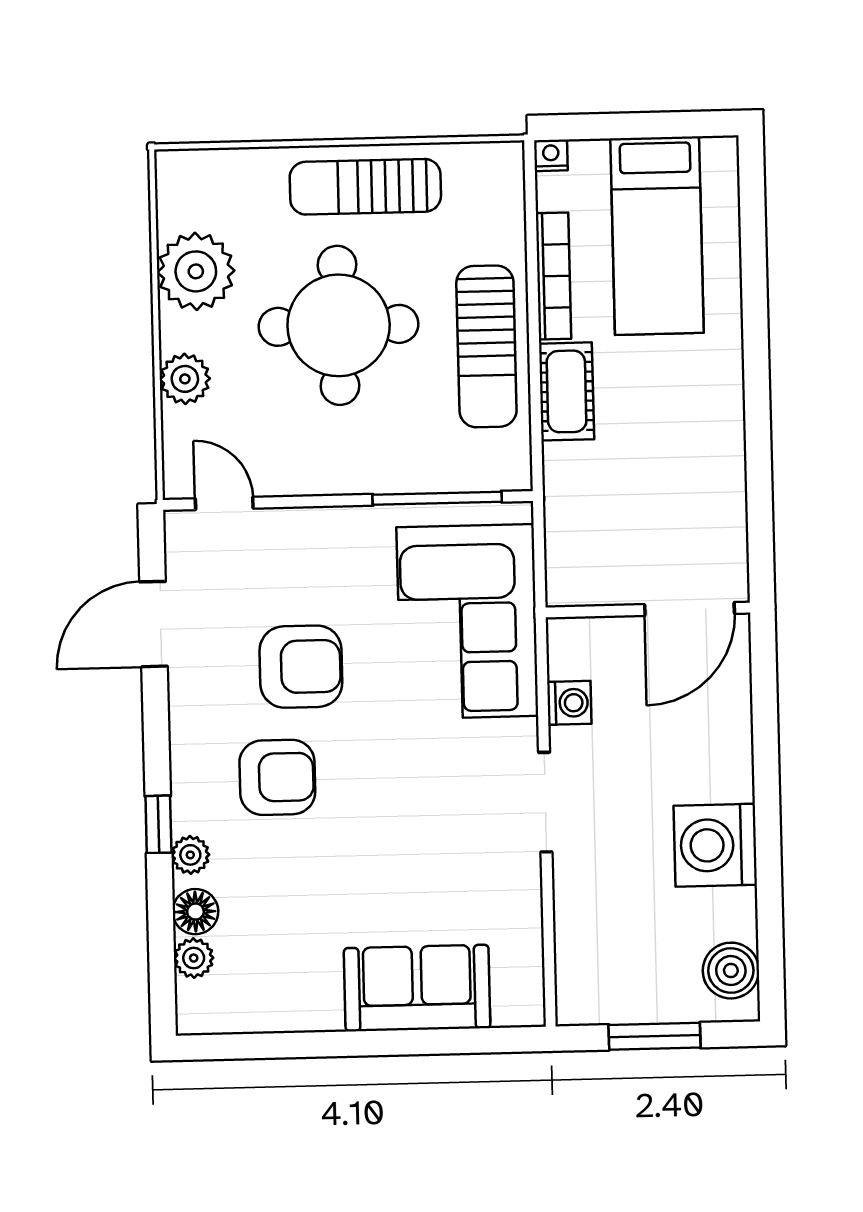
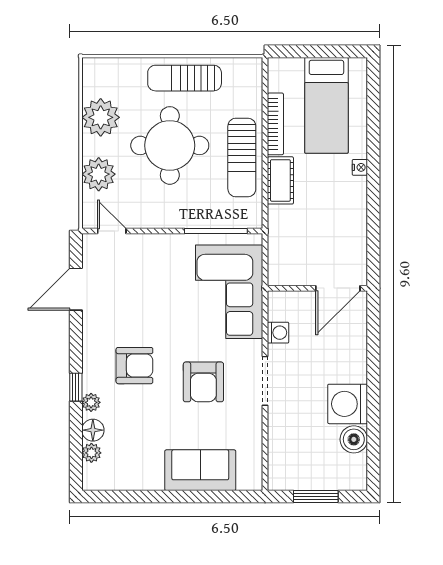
nightstand: (551, 155) -> (360, 167), moved, turned 90
plant: (185, 379) -> (99, 174), width x1.36, depth x1.36
armchair: (301, 667) -> (203, 382), moved, turned 90
boiler: (731, 971) -> (354, 439), moved

